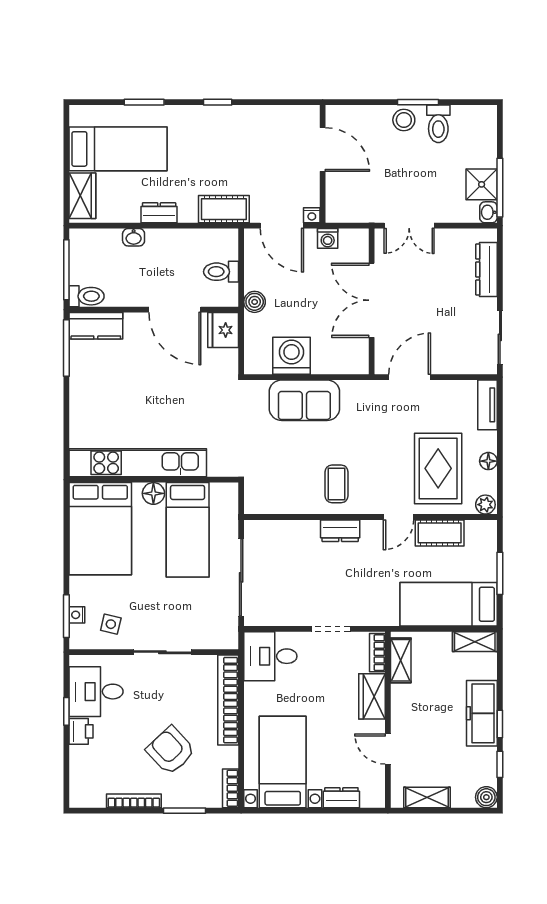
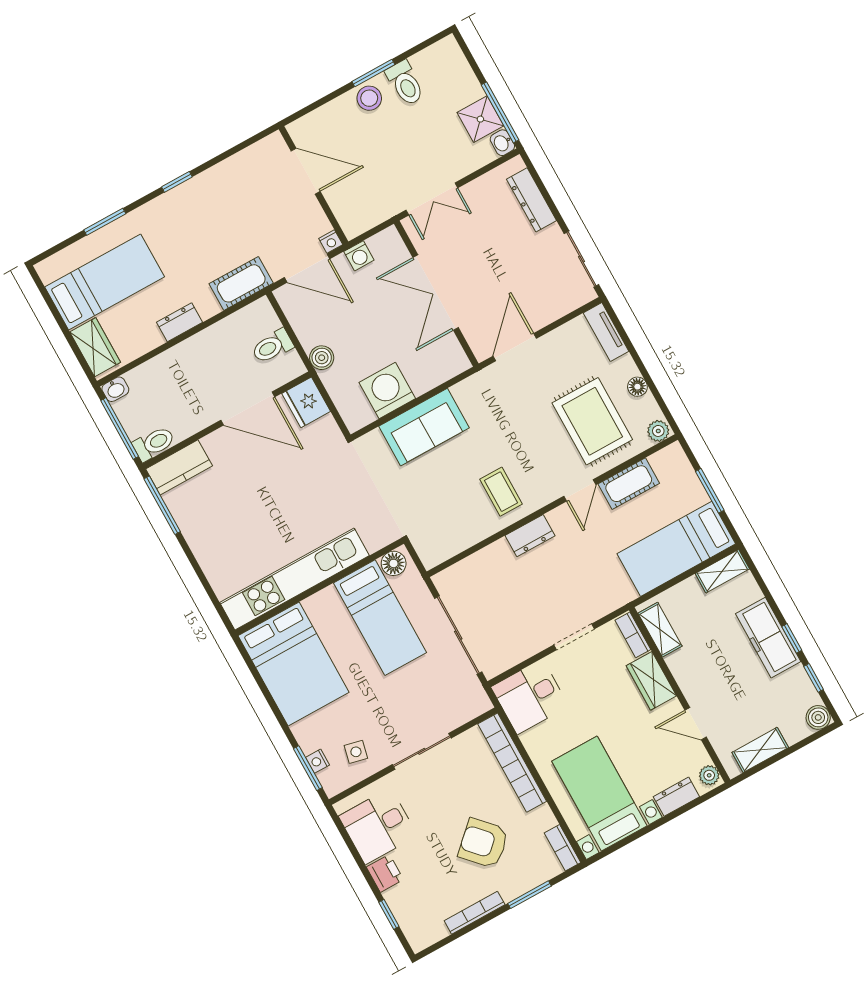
washbasin: (134, 237) -> (115, 389), moved
floor lamp: (153, 493) -> (394, 563), moved
window: (66, 711) -> (389, 914), moved
plant: (376, 795) -> (709, 775), added

